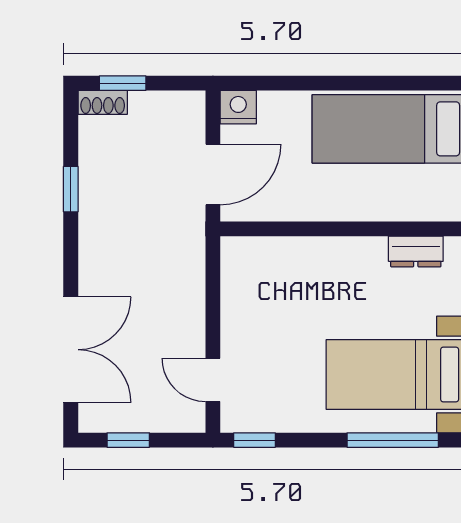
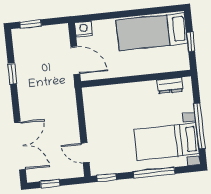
shoe rack: (103, 102) -> (23, 33), removed
door: (213, 174) -> (75, 60), hinge flipped
window: (393, 440) -> (154, 173), moved

